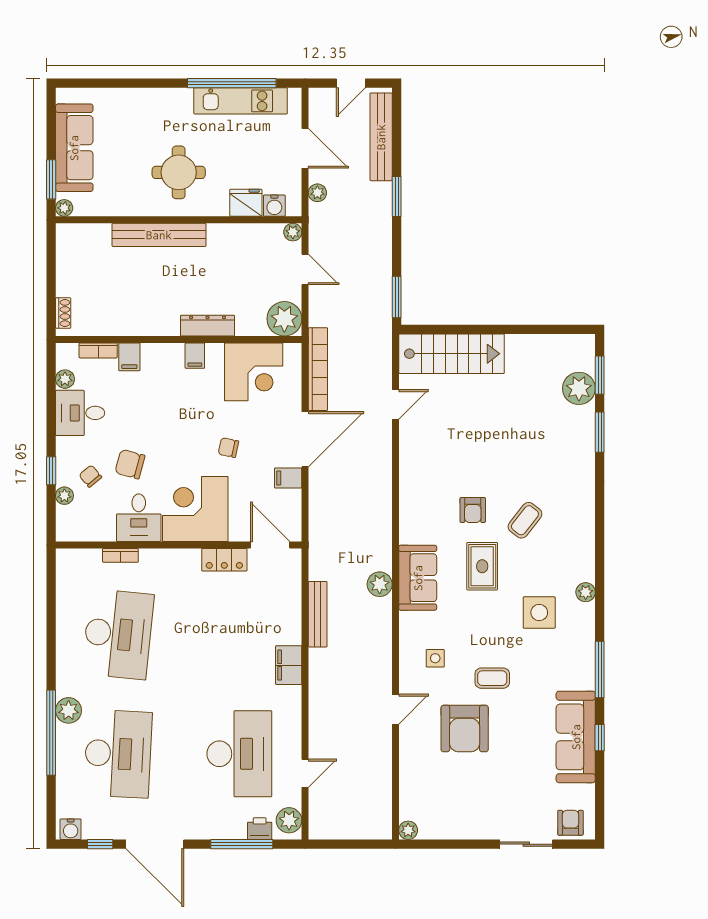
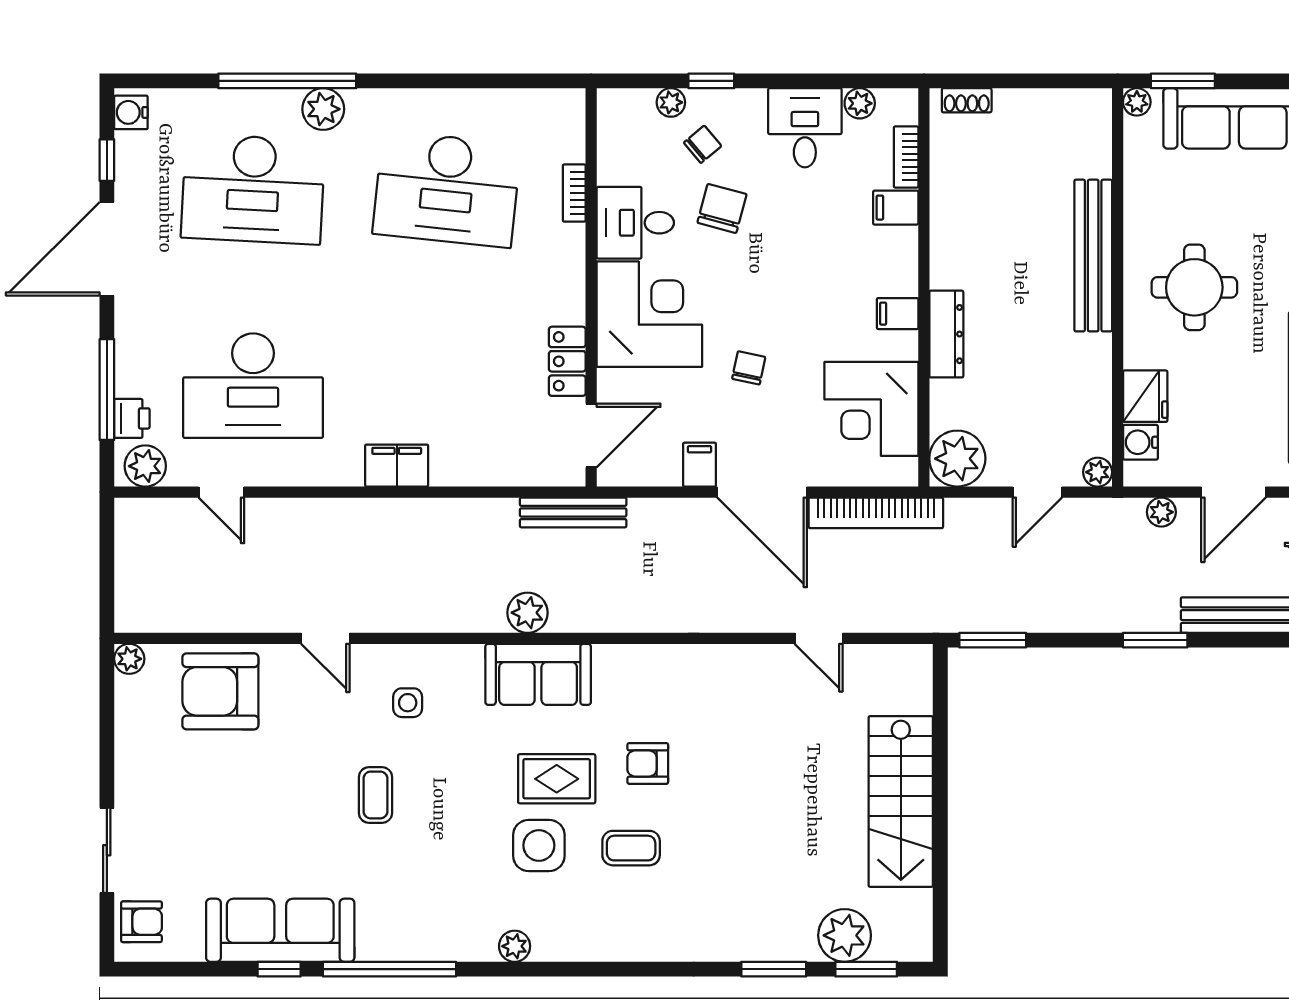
stairs: (452, 354) -> (901, 801), moved
coffee table: (525, 520) -> (631, 848), turned -38
side table: (539, 613) -> (539, 845), moved
bench: (318, 614) -> (573, 512), moved
window: (600, 669) -> (389, 969), width x1.46
armchair: (465, 728) -> (220, 691), moved

